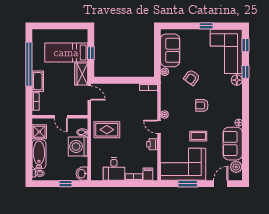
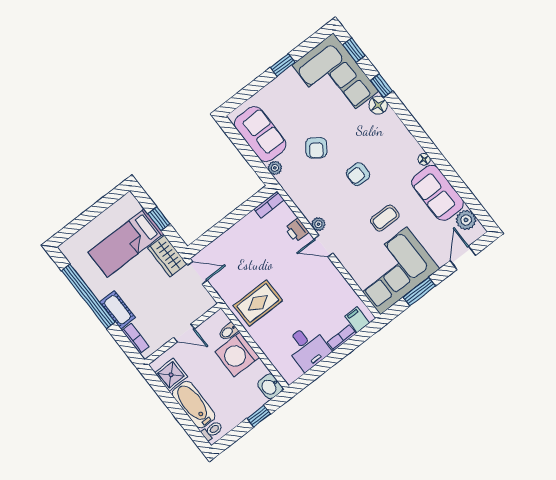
printer: (152, 144) -> (297, 230), moved

